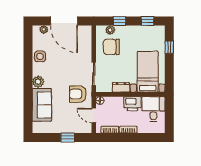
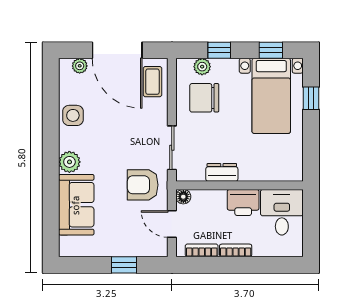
coffee table: (83, 38) -> (152, 82), added
bed with nightstands: (148, 72) -> (271, 96), moved, turned 180

